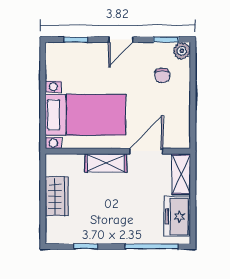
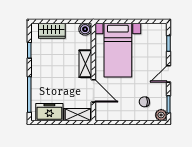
door: (121, 40) -> (168, 74), hinge flipped
boiler: (54, 163) -> (85, 29), added
wardrobe: (57, 196) -> (52, 31), moved

